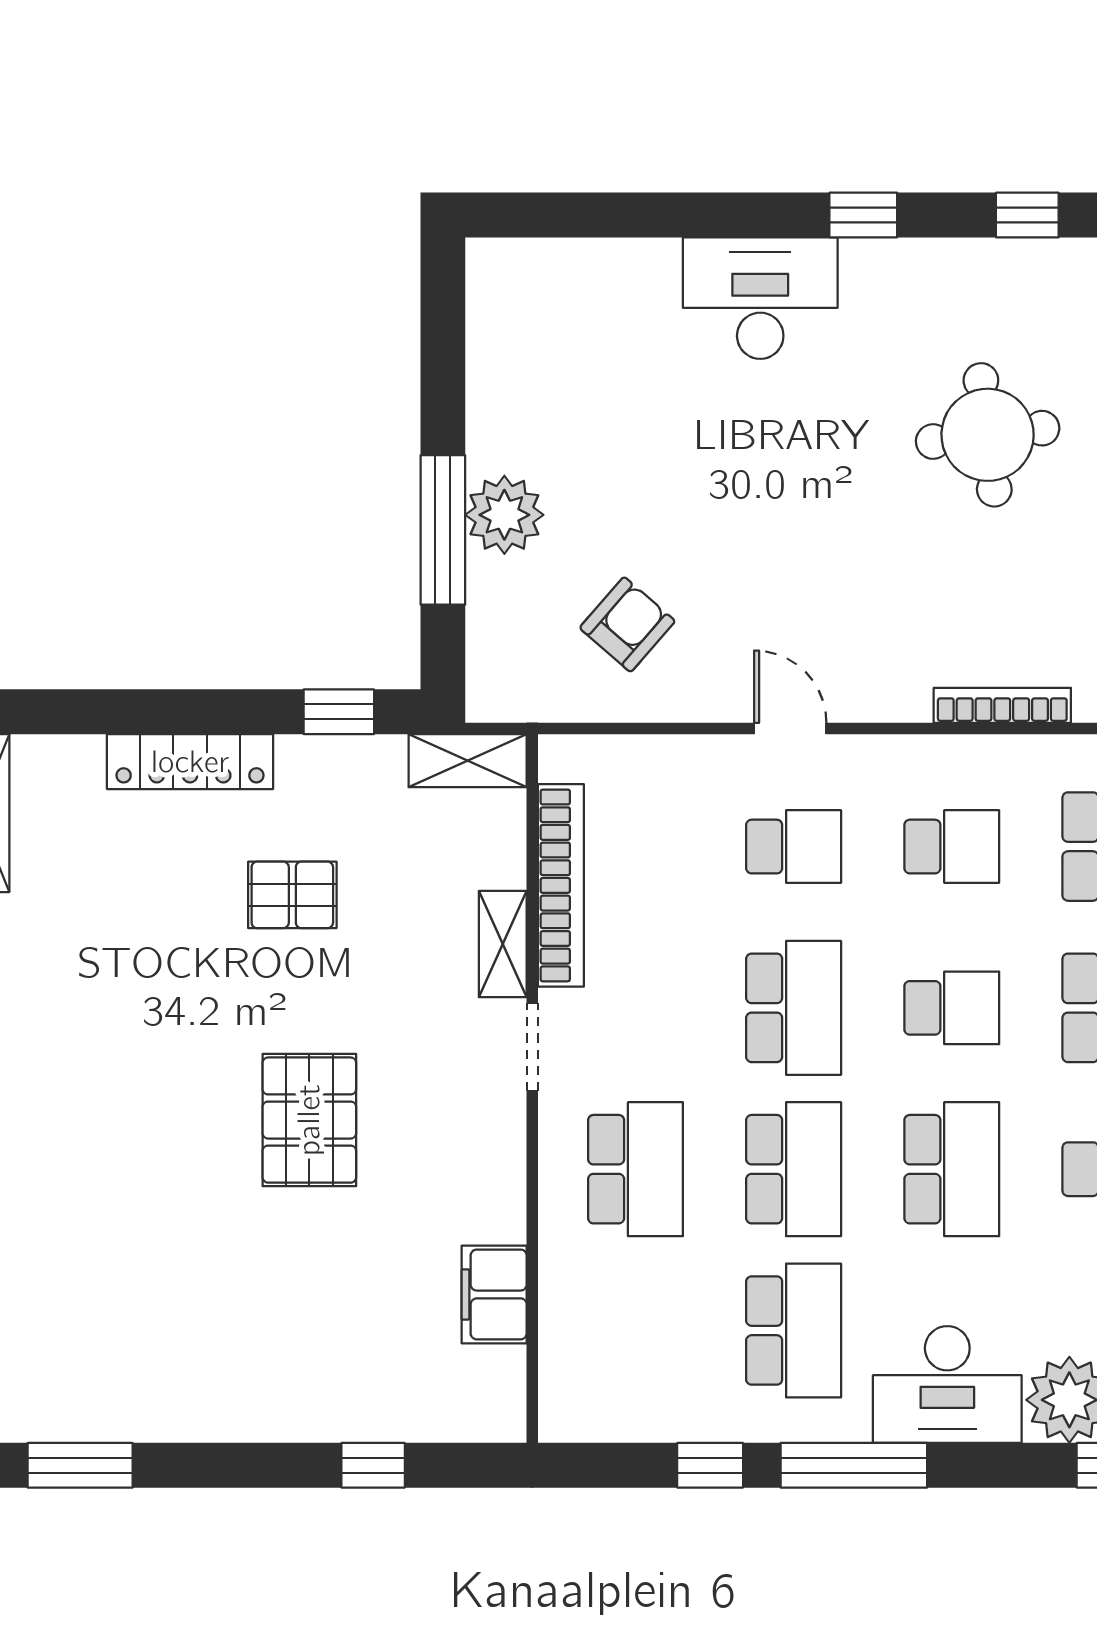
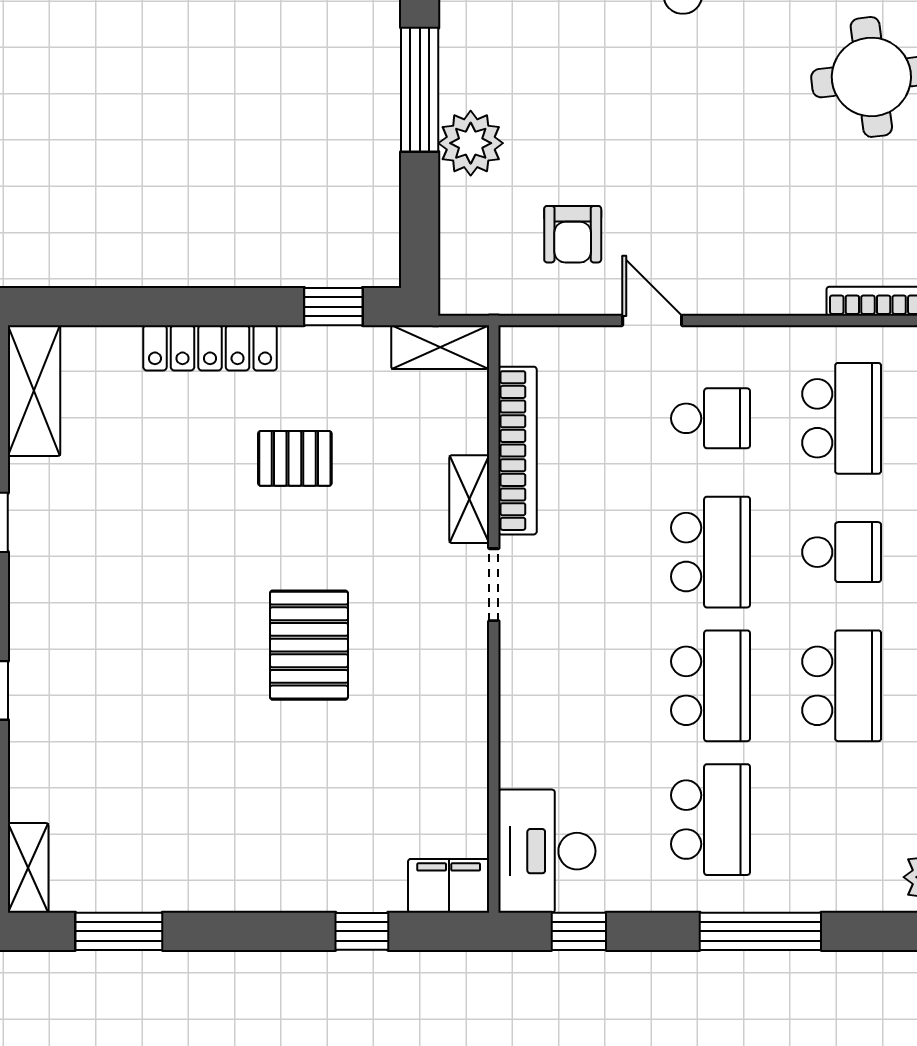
window: (443, 530) -> (420, 90), moved
armchair: (627, 624) -> (573, 234), turned 139
door: (790, 729) -> (652, 320), moved
school desk: (952, 847) -> (842, 418), width x1.85
school desk: (635, 1169) -> (579, 686), removed
filing cabinet: (494, 1294) -> (449, 886), moved, turned 90
desk: (947, 1384) -> (547, 851), moved, turned 90
window: (710, 1465) -> (579, 931), moved

